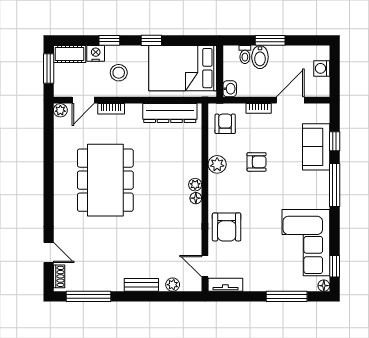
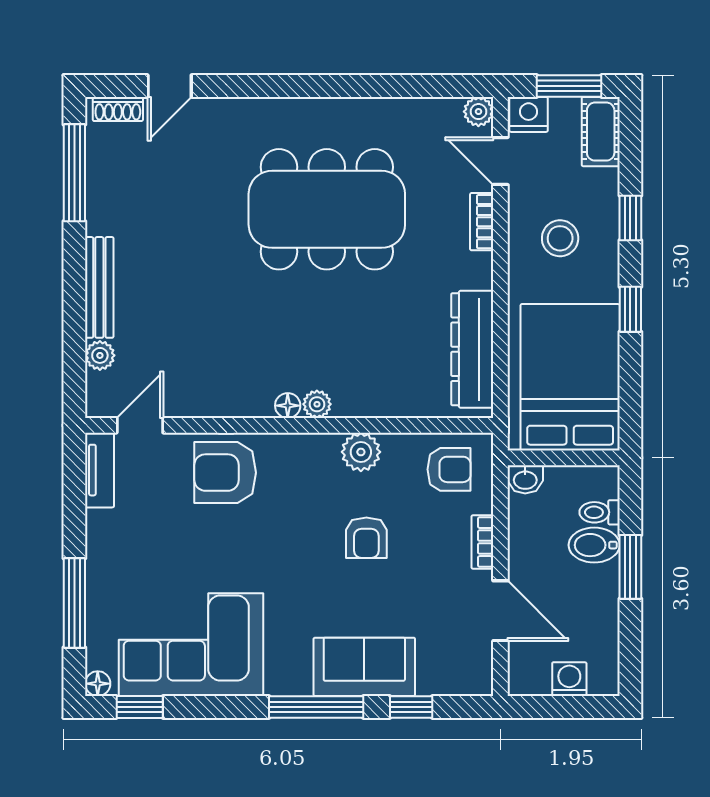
nightstand: (96, 53) -> (529, 114), moved, turned -90
sofa: (316, 147) -> (364, 667), moved
bench: (141, 285) -> (99, 287), width x1.36

